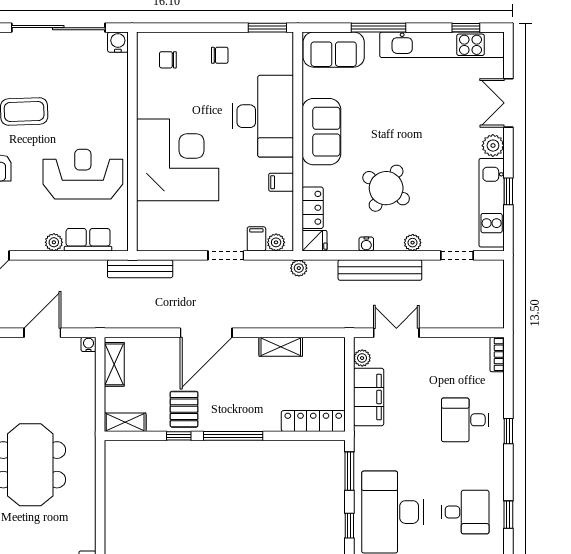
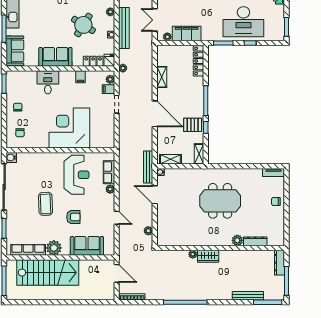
desk: (263, 116) -> (48, 82), width x0.53, depth x0.77
reception desk: (83, 174) -> (76, 175), turned 180
bench: (140, 269) -> (148, 167), moved

